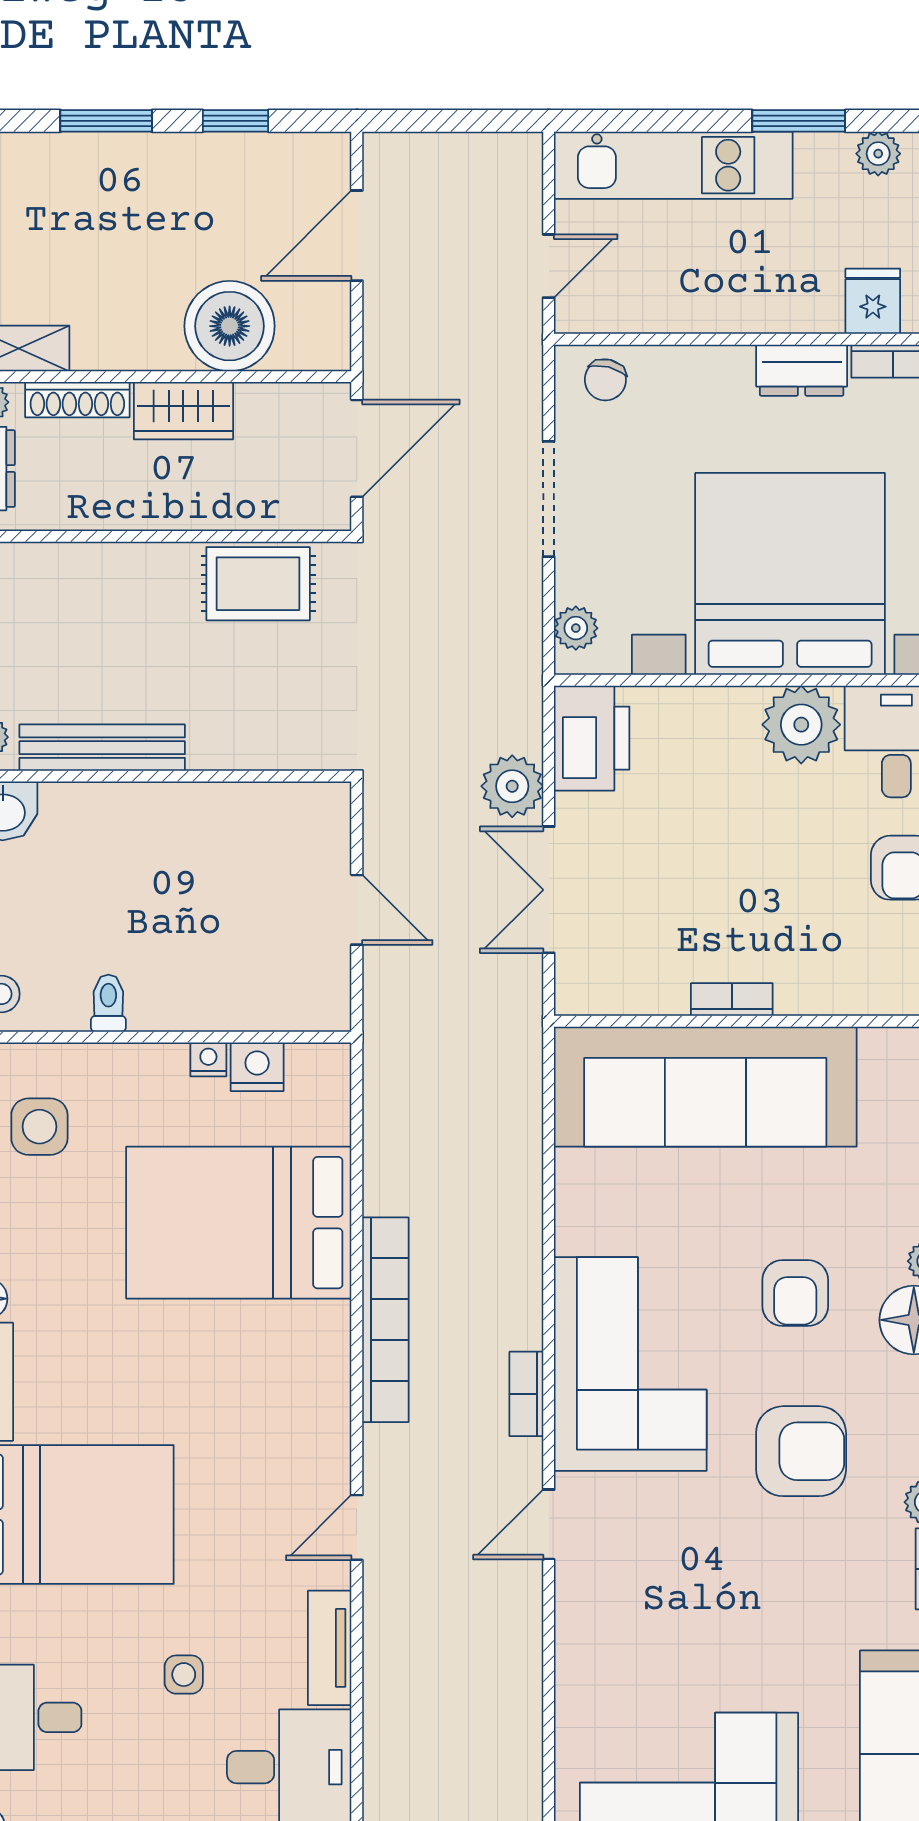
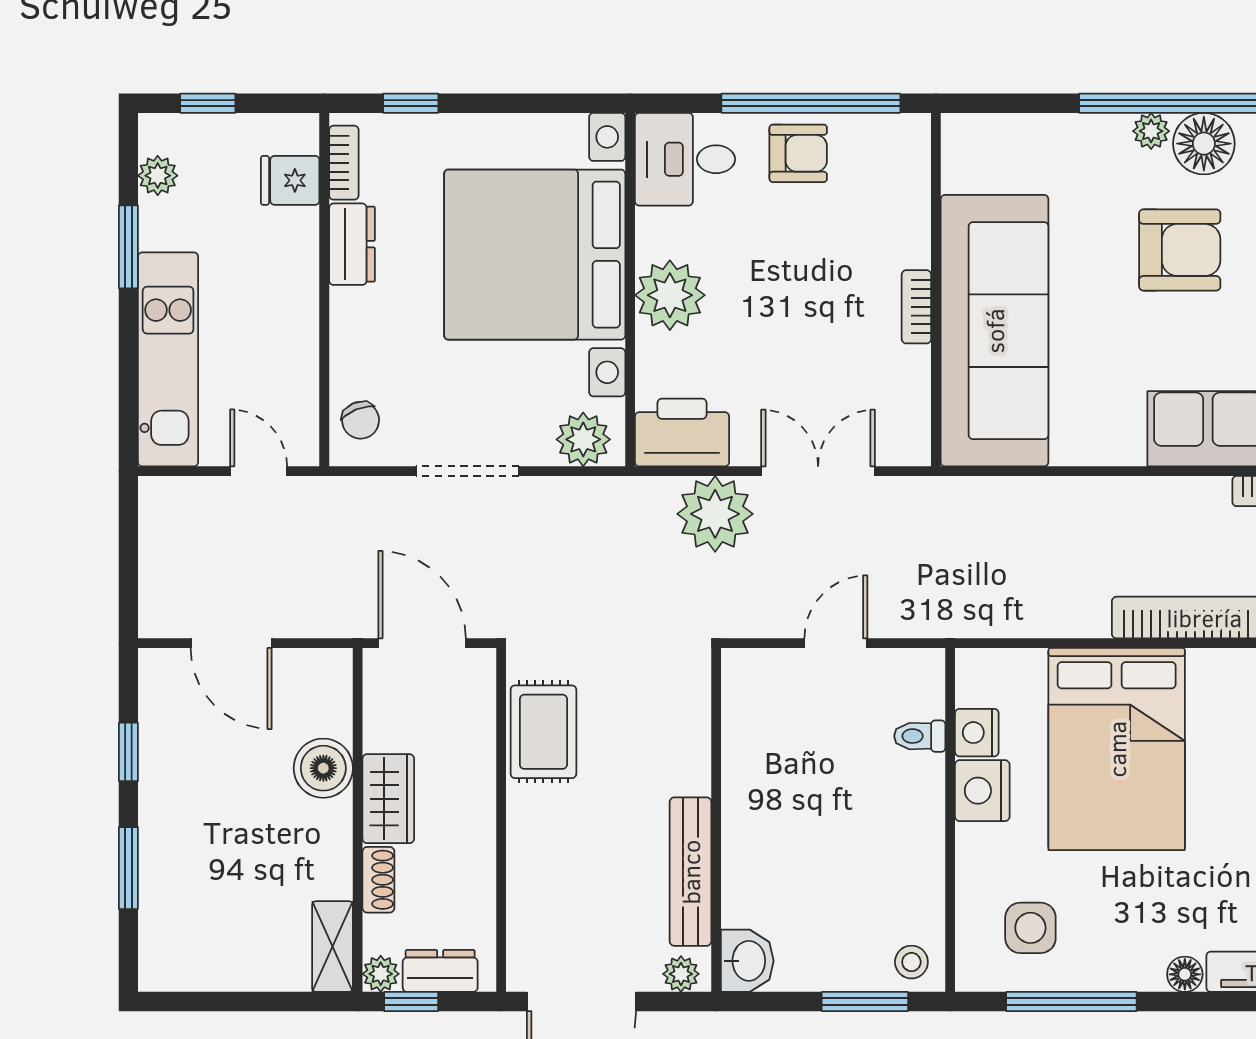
boiler: (230, 326) -> (323, 768), width x0.73, depth x0.73
chair: (605, 380) -> (361, 420), turned 54
shoe rack: (77, 400) -> (378, 880), width x0.70
plant: (576, 628) -> (583, 439), width x1.38, depth x1.38
plant: (801, 725) -> (670, 295), moved
plant: (512, 786) -> (715, 514), width x1.36, depth x1.36
double door: (549, 890) -> (818, 471), swing flipped
toilet: (108, 1003) -> (920, 736), moved
nightstand: (208, 1059) -> (982, 791), width x1.89, depth x1.79
armchair: (795, 1293) -> (1180, 250), width x1.38, depth x1.38

